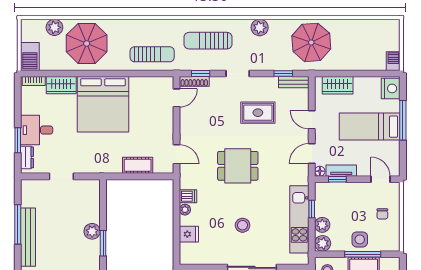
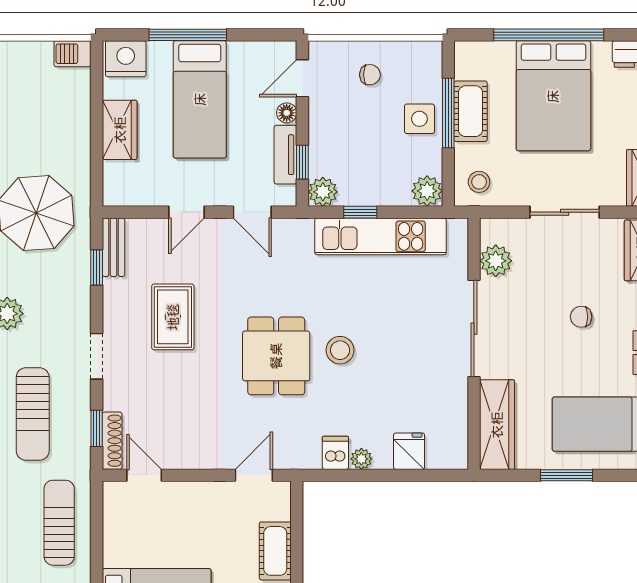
wardrobe: (338, 85) -> (120, 130), moved
floor lamp: (320, 171) -> (287, 113), moved
stool: (243, 225) -> (340, 350), moved
plant: (322, 225) -> (323, 192), moved

